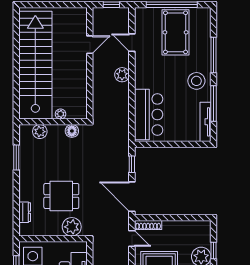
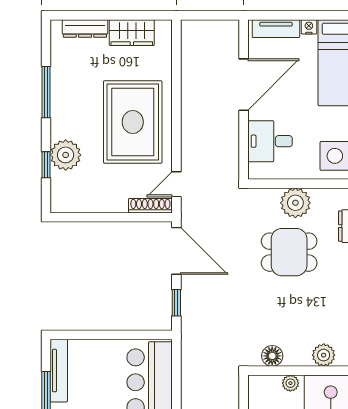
plant: (72, 227) -> (295, 203), moved
door: (132, 238) -> (176, 184), hinge flipped

